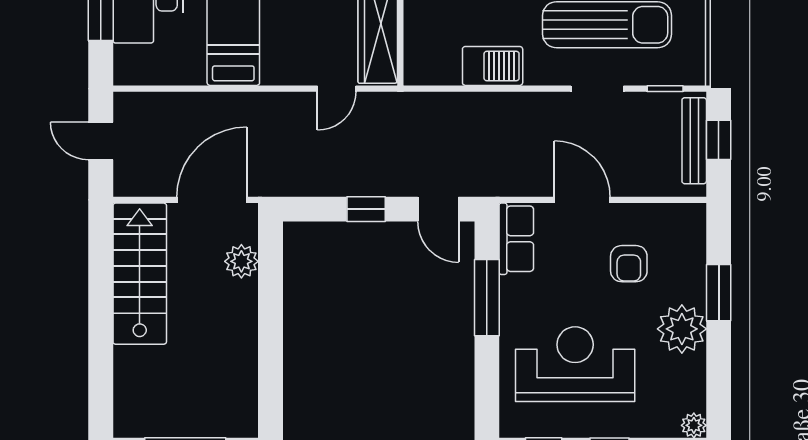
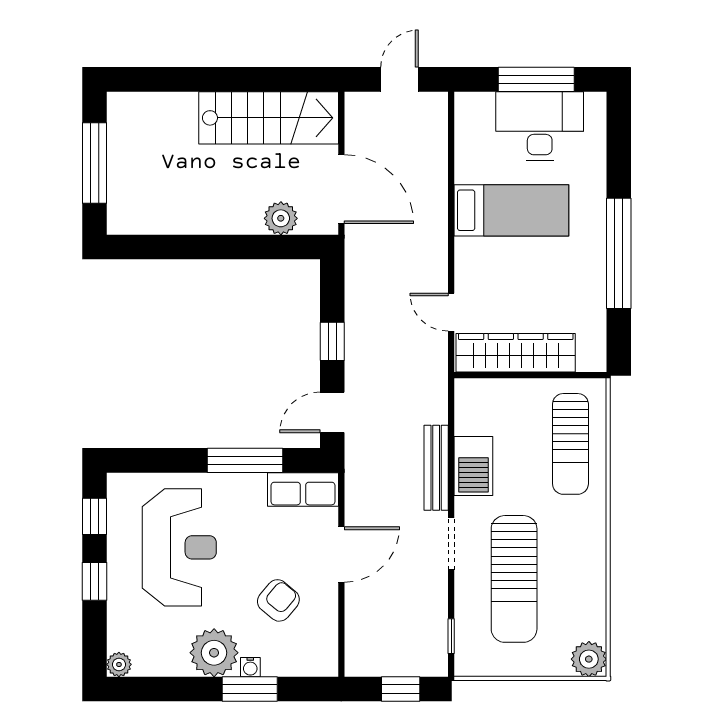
doorway: (597, 89) -> (451, 544), moved
bench: (694, 141) -> (436, 468), moved, turned 90
armchair: (629, 264) -> (278, 600), turned 130
water cooler: (696, 292) -> (250, 667), added

